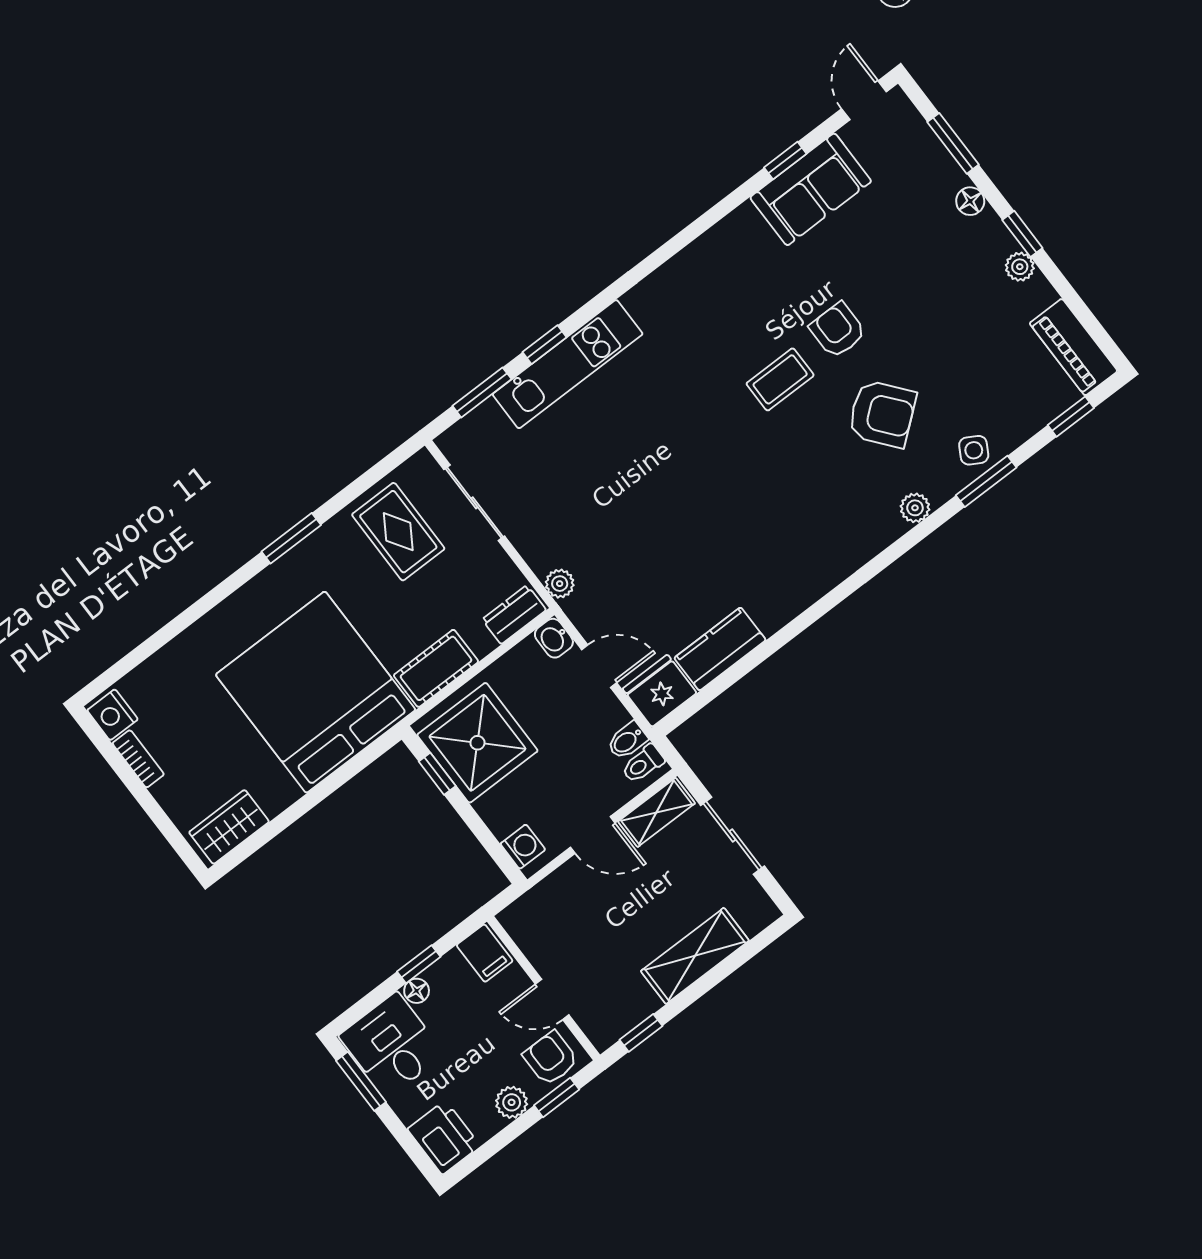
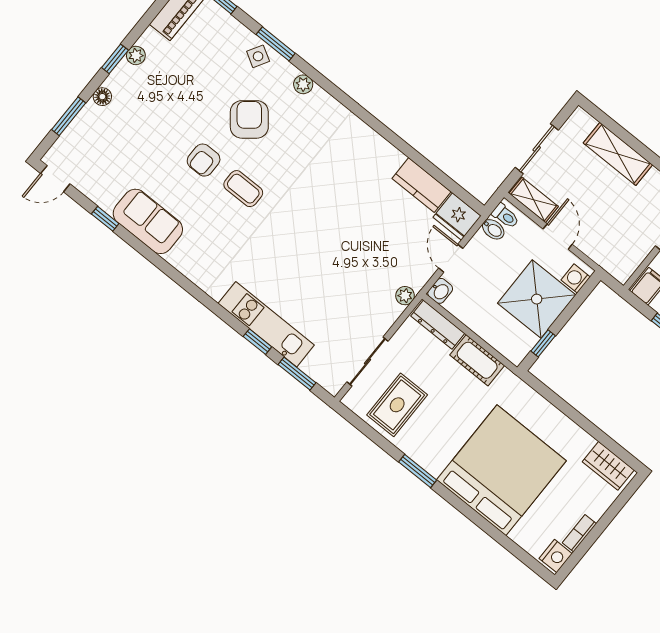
sofa: (811, 189) -> (148, 221), moved
dresser: (514, 615) -> (438, 325), width x1.44
bed: (316, 692) -> (501, 470), moved, turned 180
shower: (477, 743) -> (537, 299), moved

